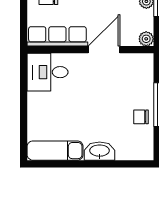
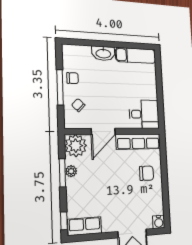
plant: (146, 39) -> (76, 146), width x1.88, depth x1.88
chair: (135, 83) -> (78, 105), added

